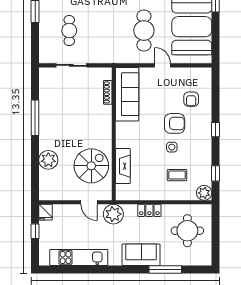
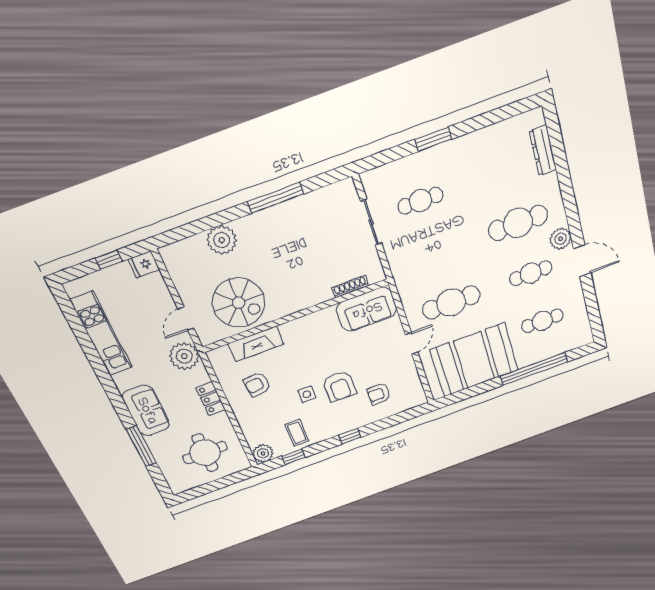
sofa: (127, 94) -> (367, 309), width x0.73
coffee table: (177, 175) -> (297, 433), moved
armchair: (151, 176) -> (257, 384), added

